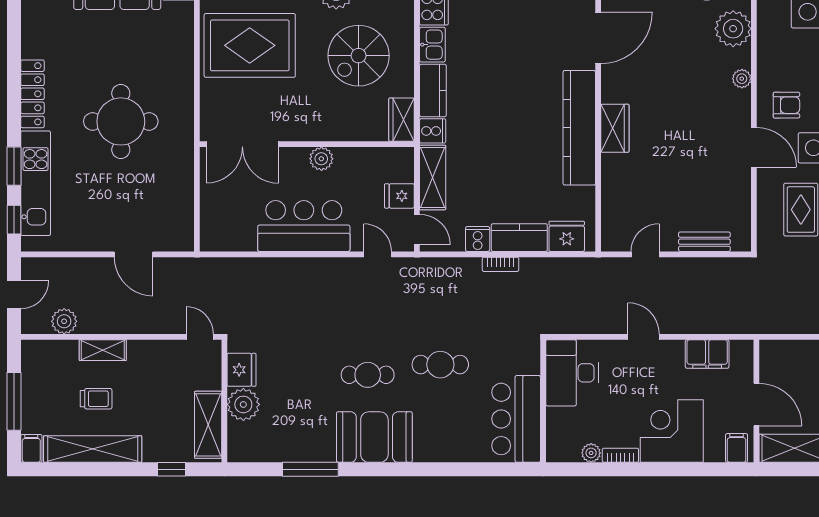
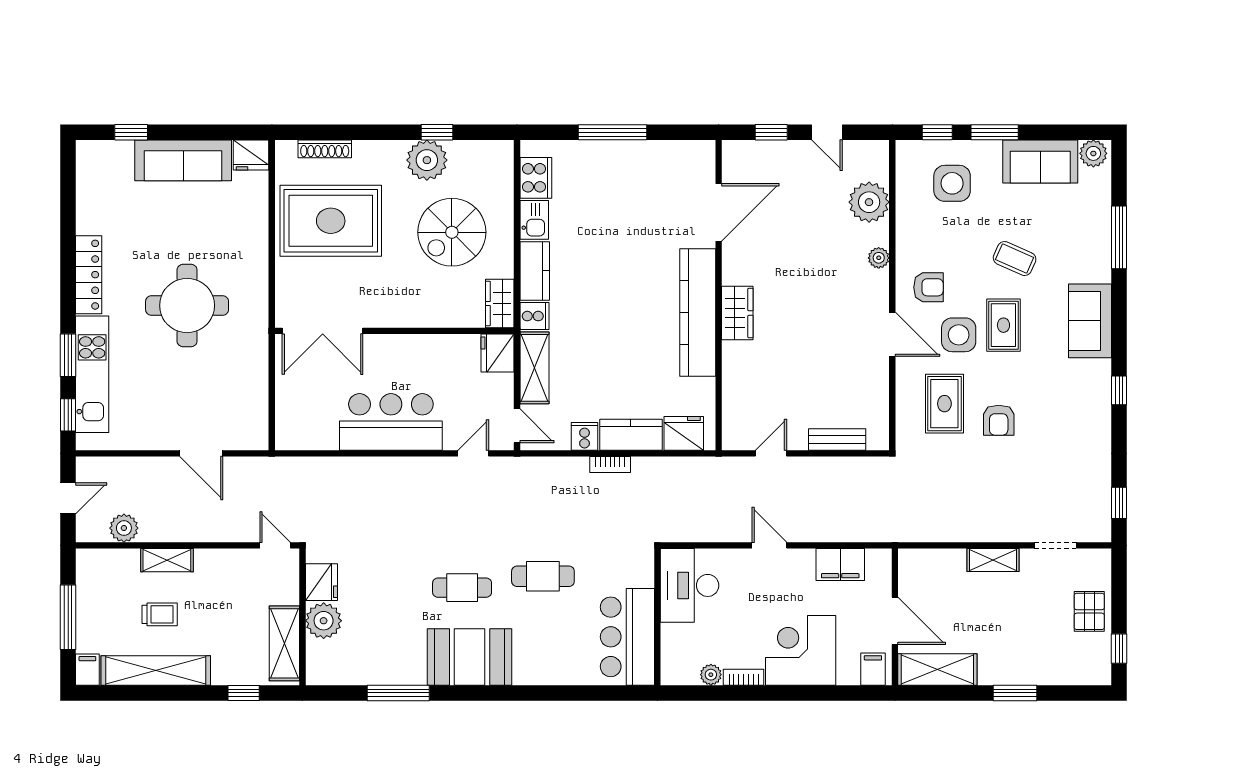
plant: (321, 159) -> (410, 347), removed
fridge: (399, 196) -> (497, 353), moved, width x1.38
door: (378, 254) -> (473, 453), hinge flipped

